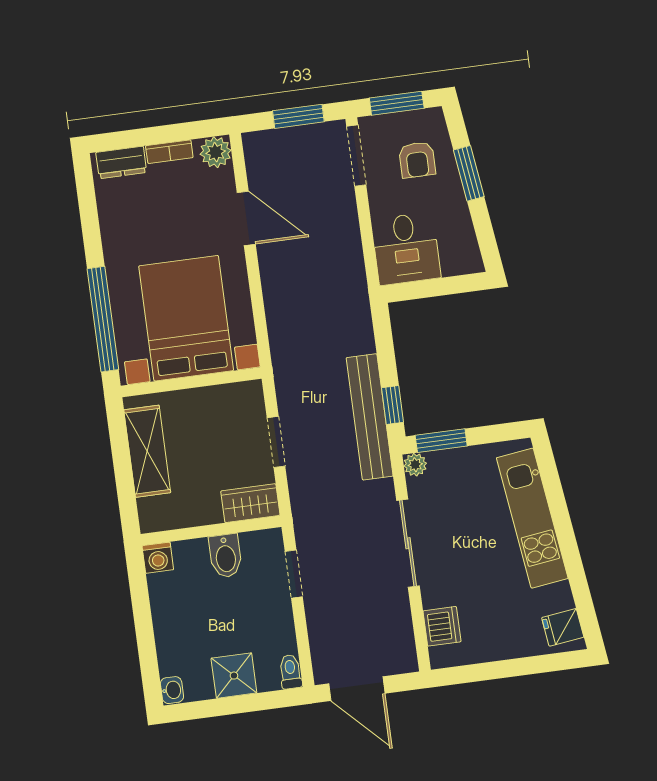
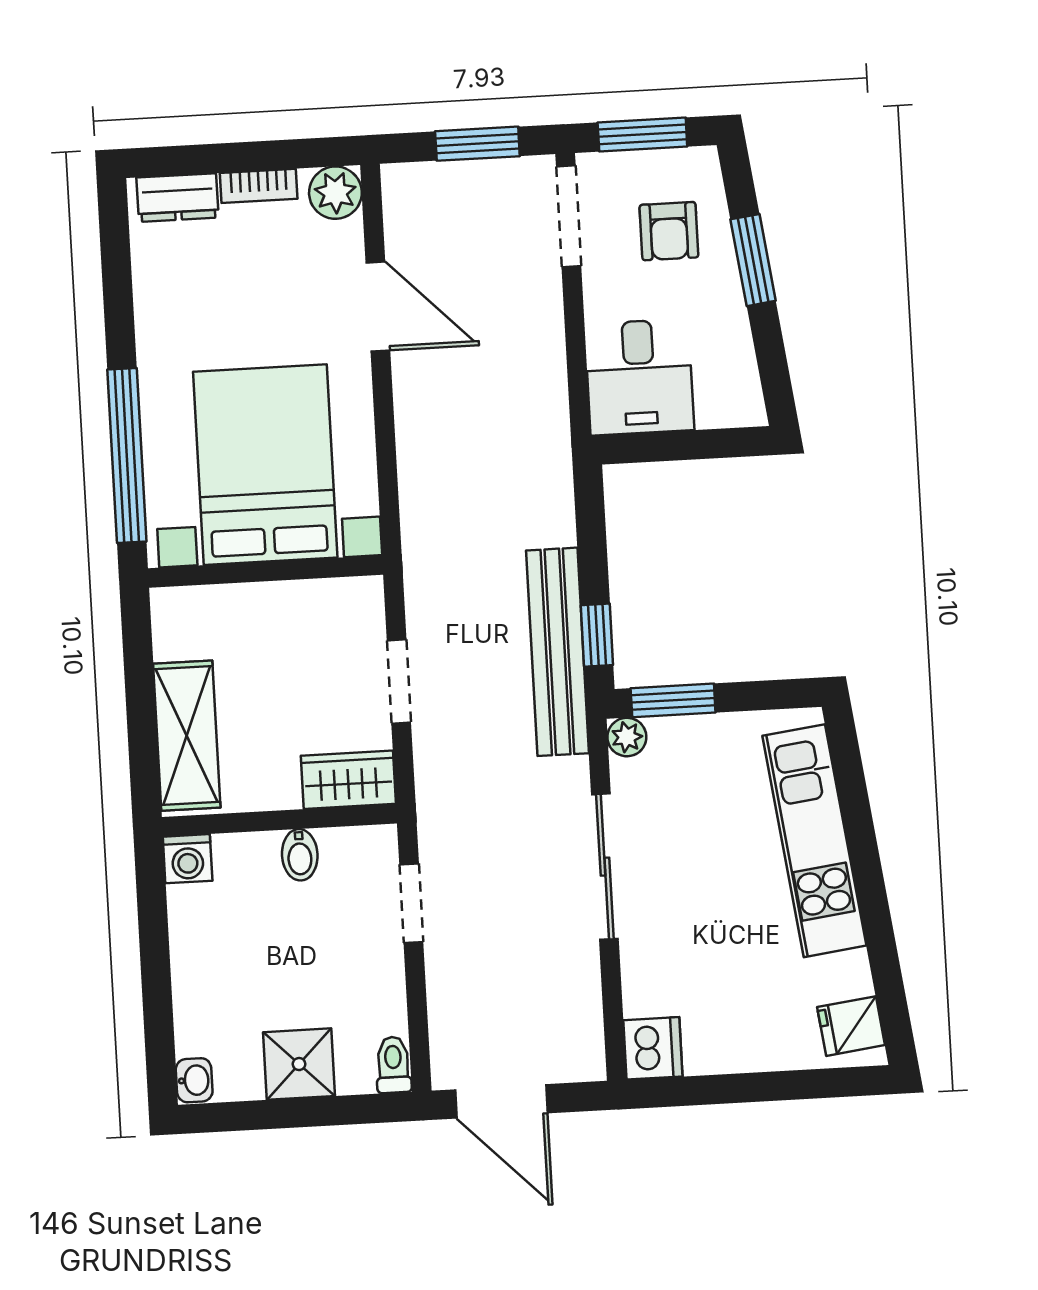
shelving: (147, 451) -> (187, 736), moved
bidet: (225, 556) -> (300, 855), width x0.72, depth x0.74
dishwasher: (442, 626) -> (653, 1048), moved

